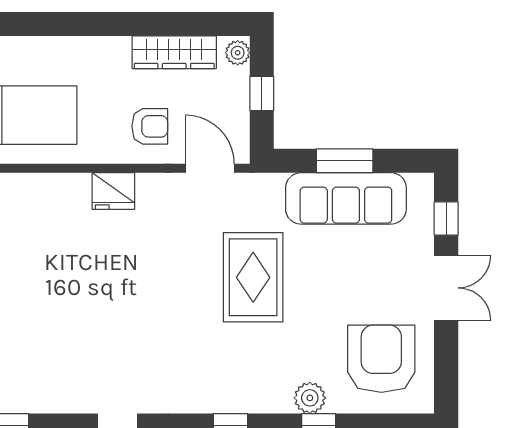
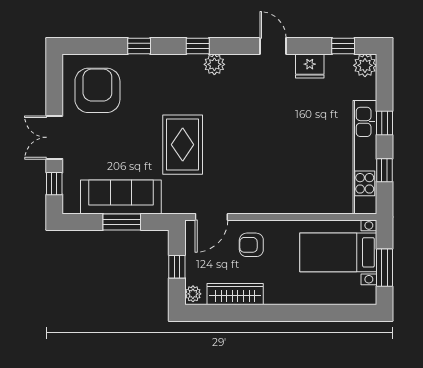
door: (210, 168) -> (211, 217), hinge flipped
fridge: (113, 191) -> (310, 66), moved, turned 180
armchair: (381, 359) -> (97, 90), turned 180
plant: (310, 398) -> (214, 64), moved

